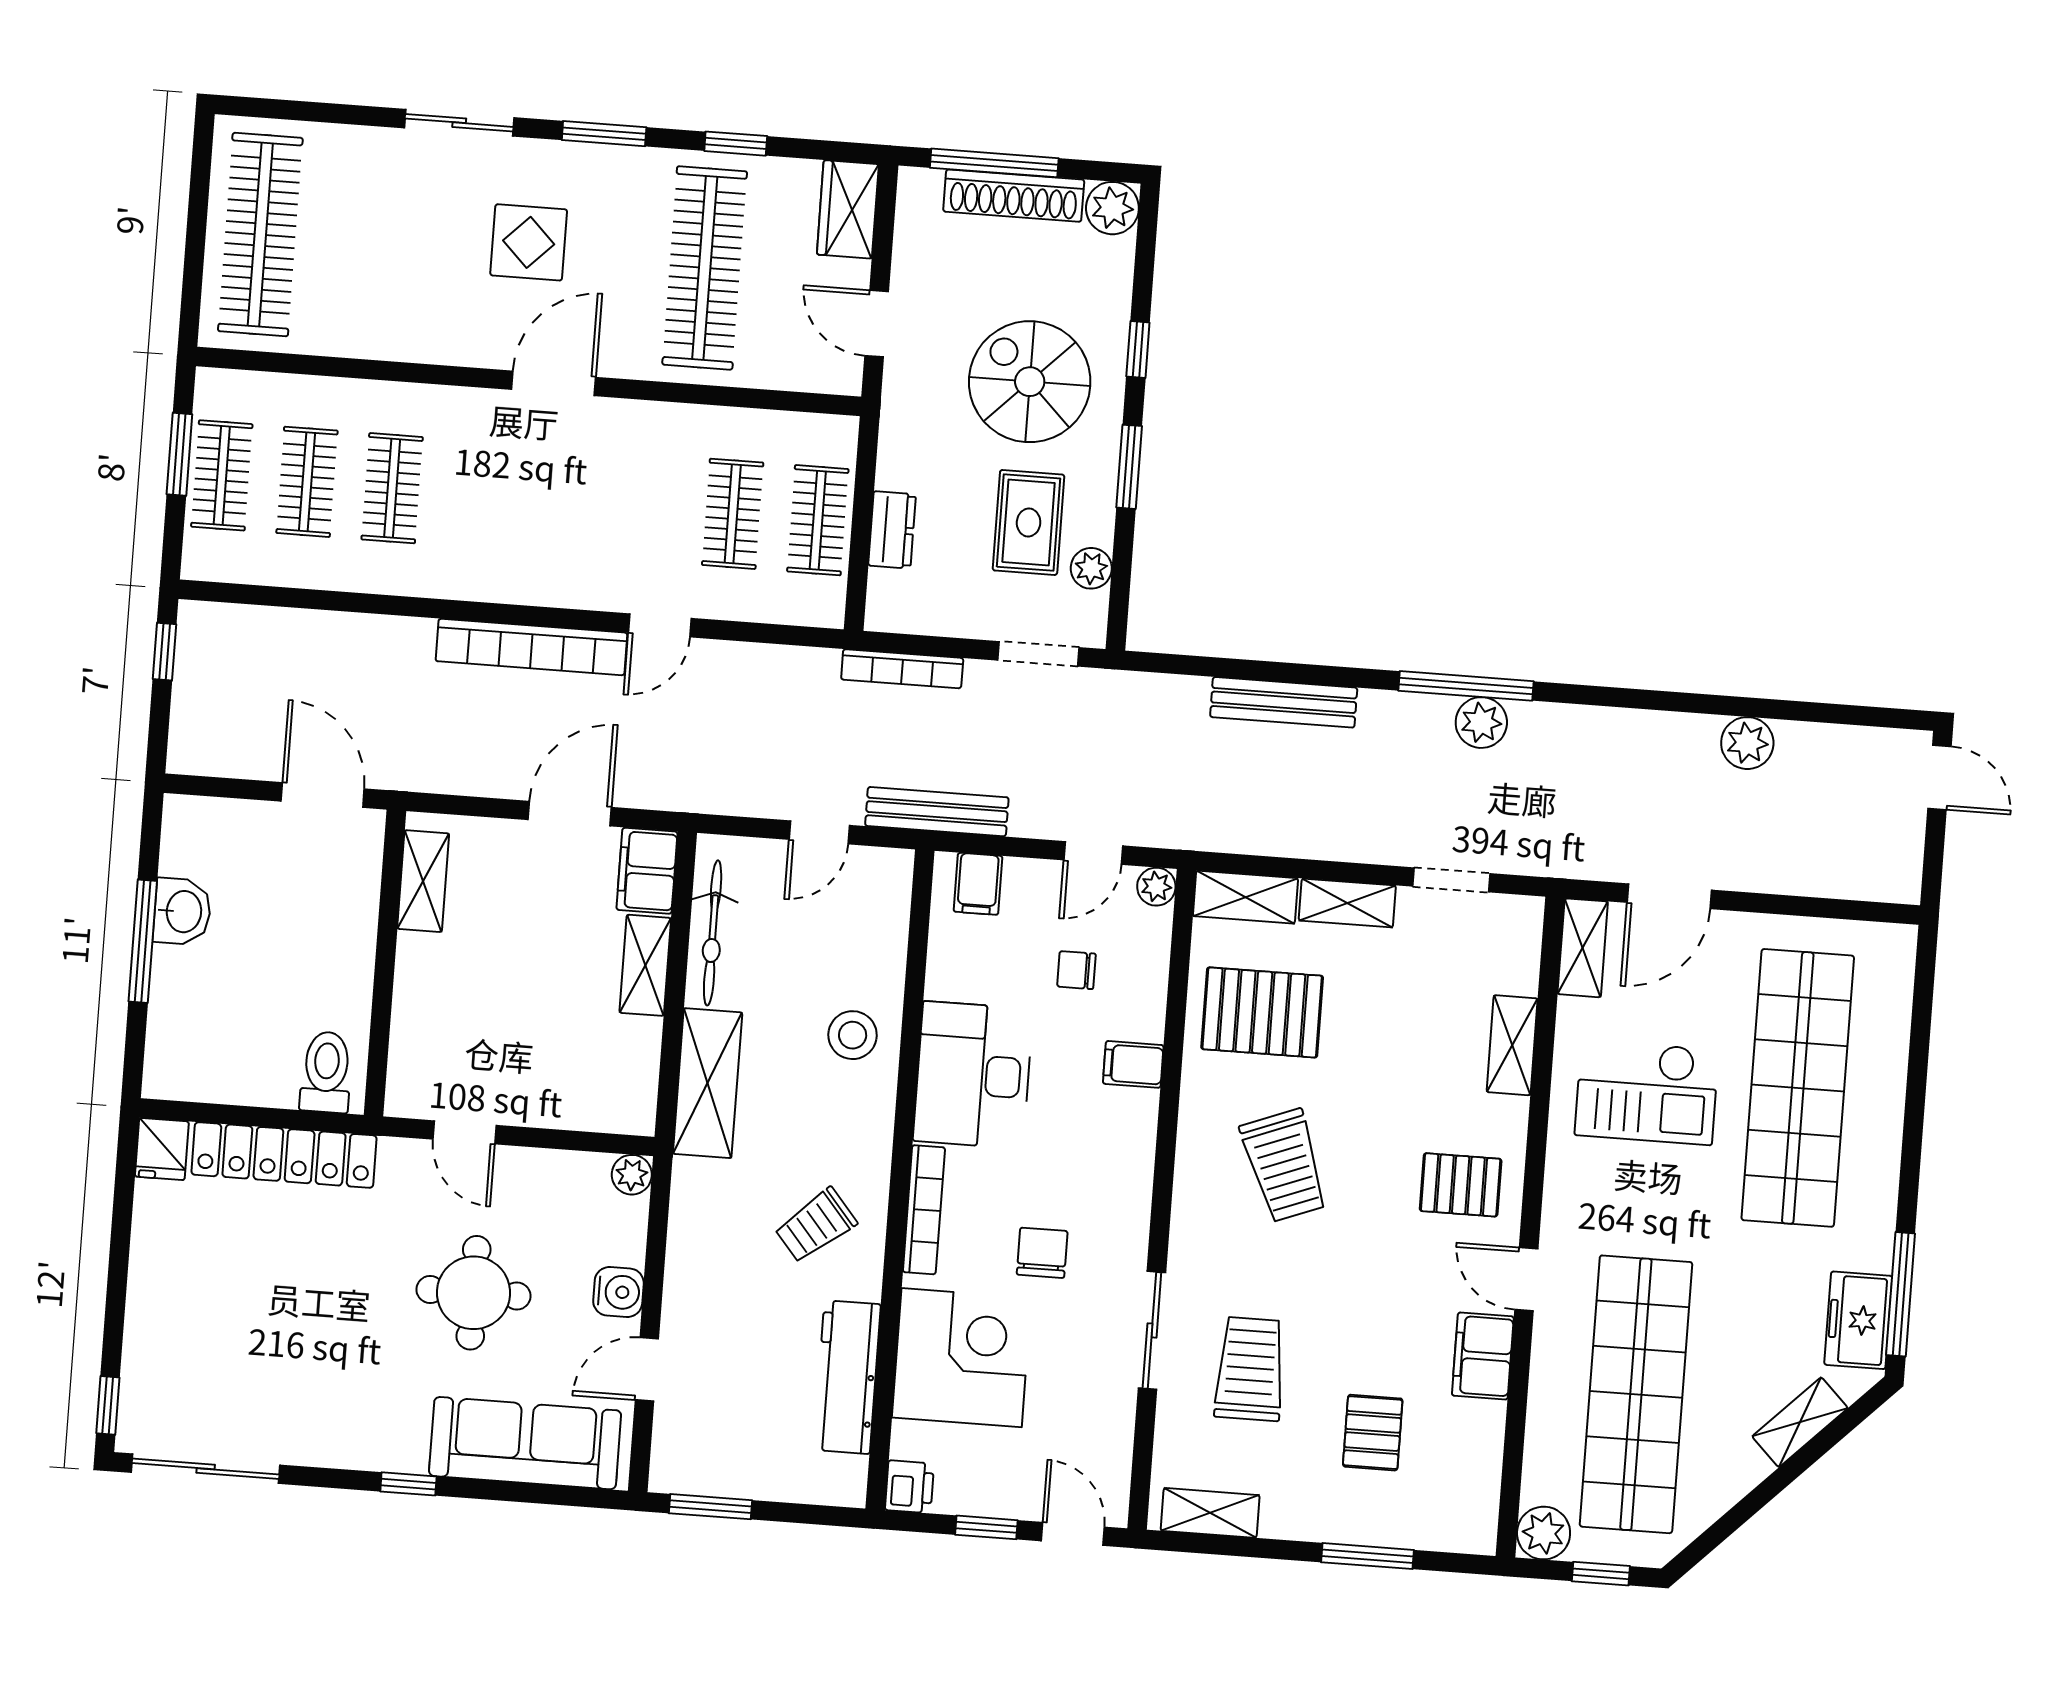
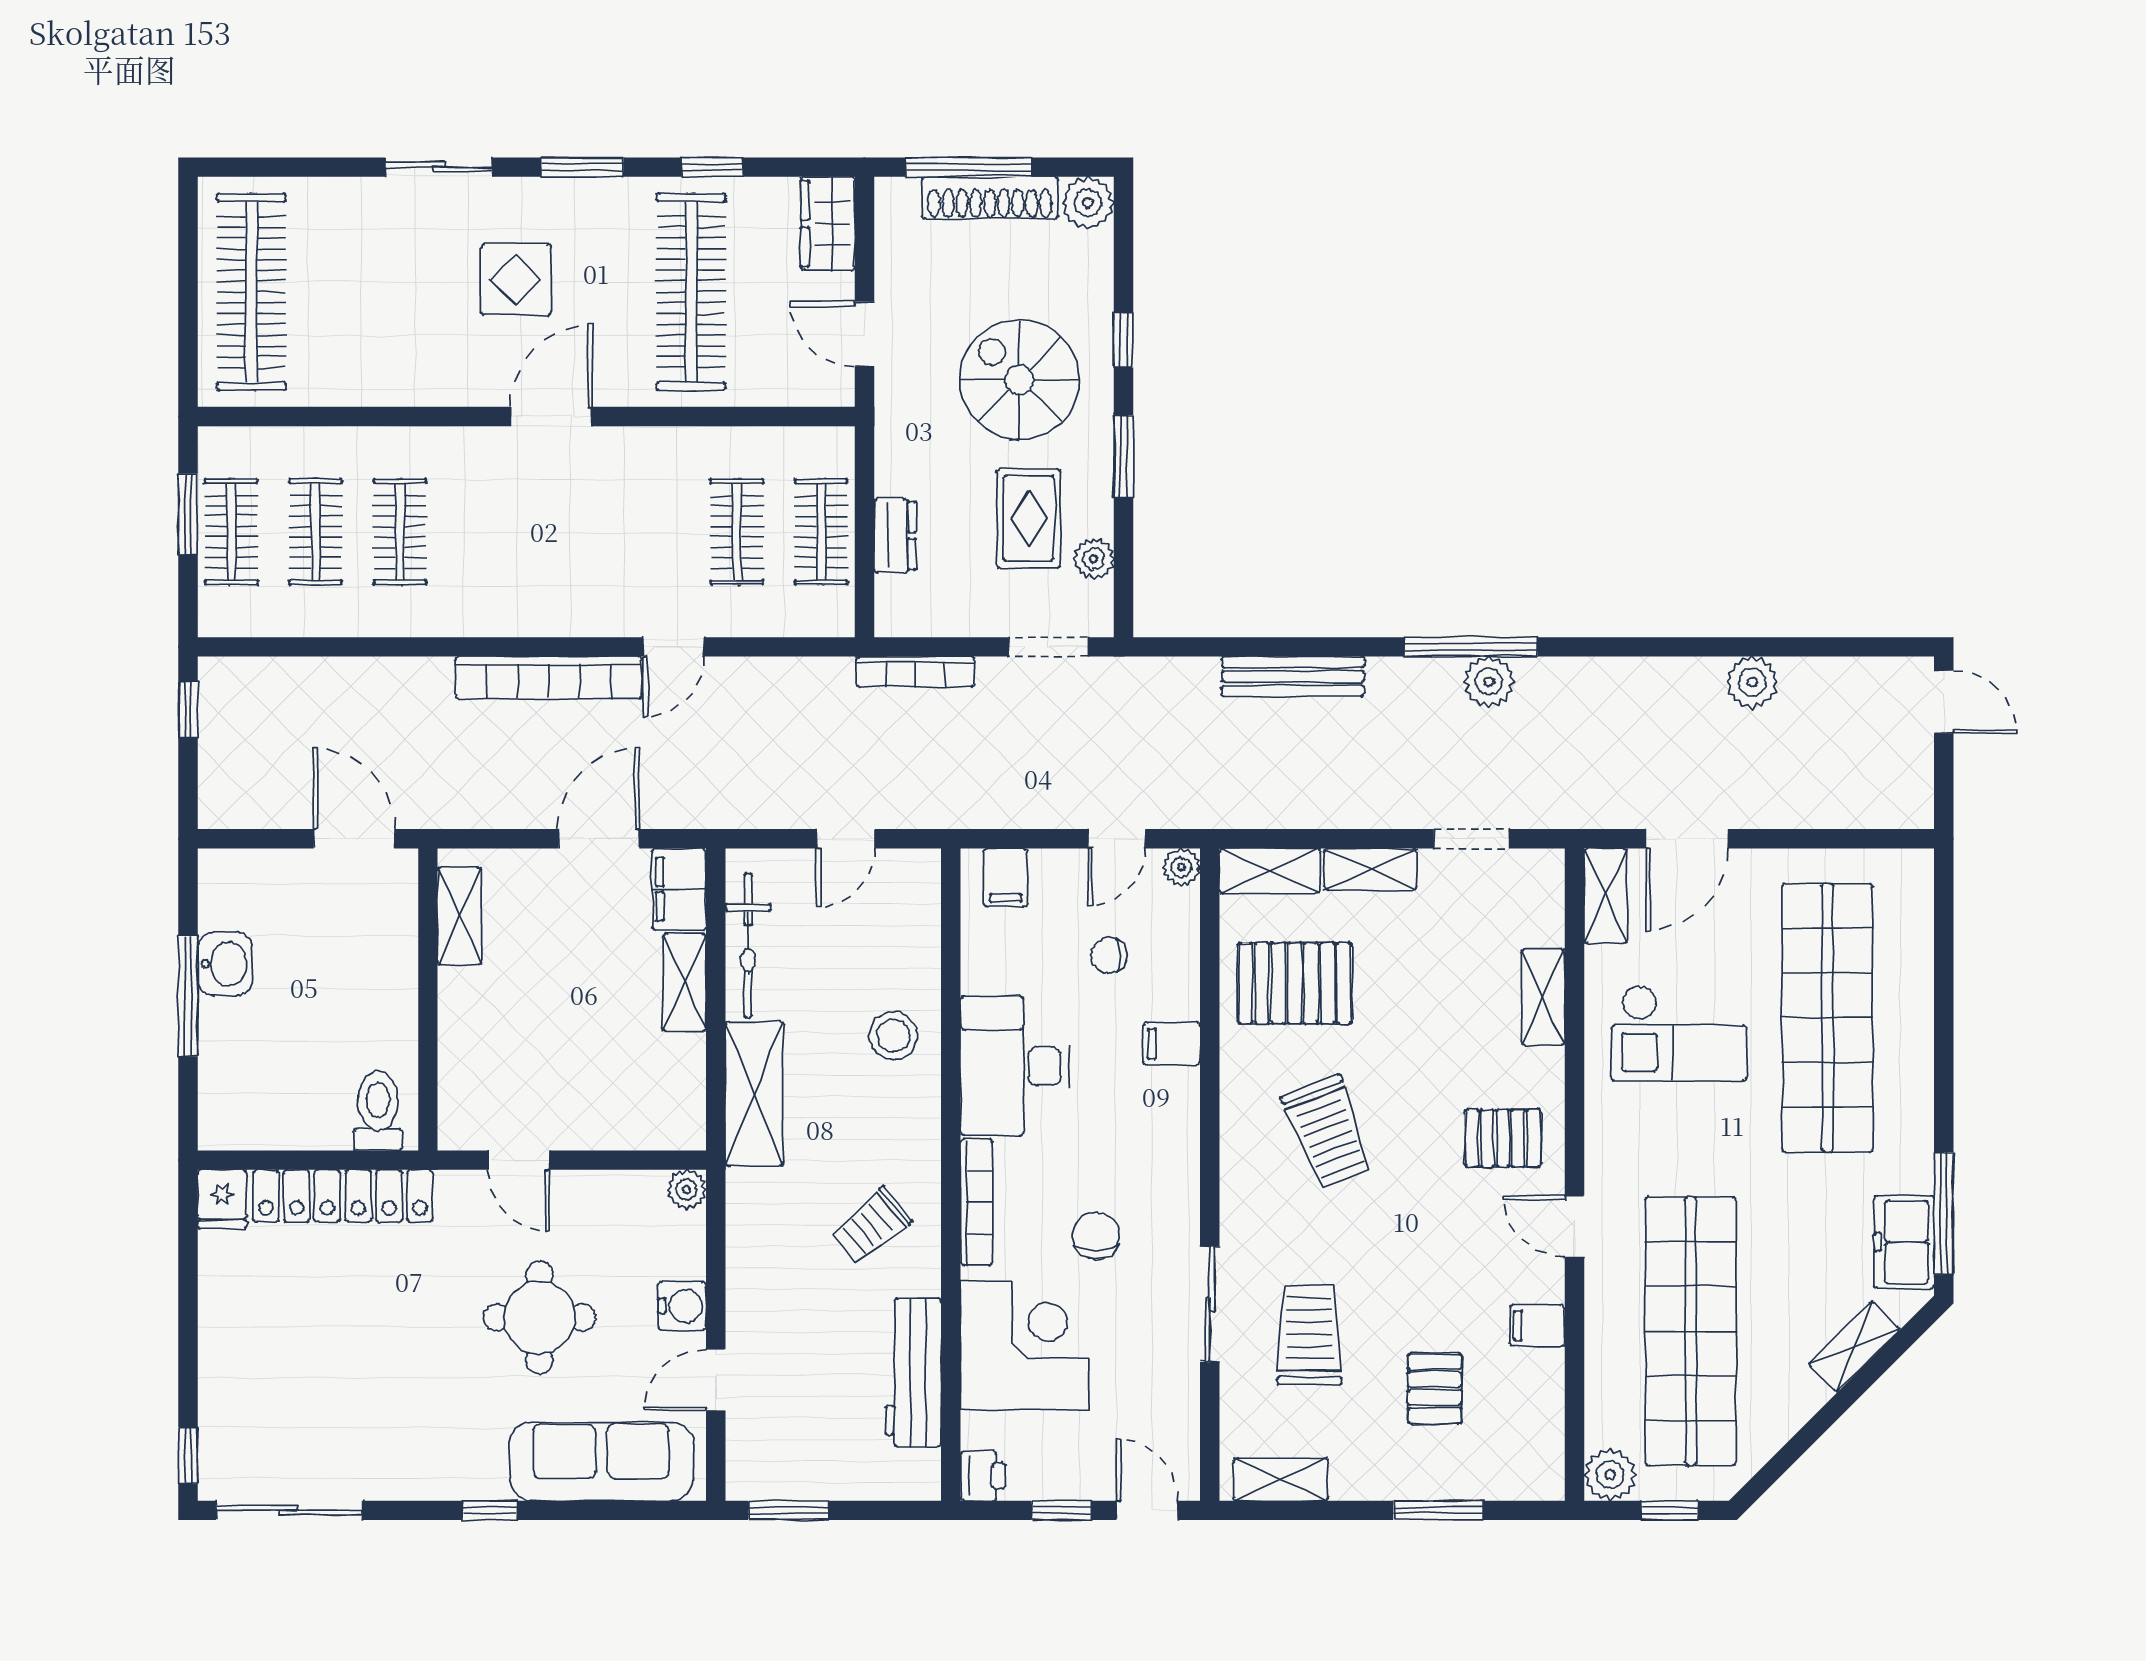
bench: (937, 812) -> (960, 810), removed
filing cabinet: (1483, 1356) -> (1537, 1326), width x0.50

